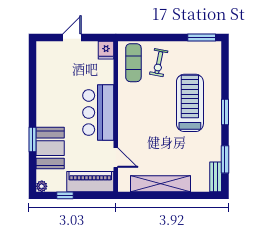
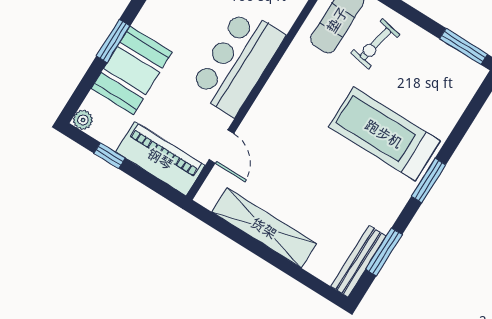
treadmill: (190, 103) -> (384, 134), turned -90
bench: (216, 177) -> (359, 261), width x1.36

